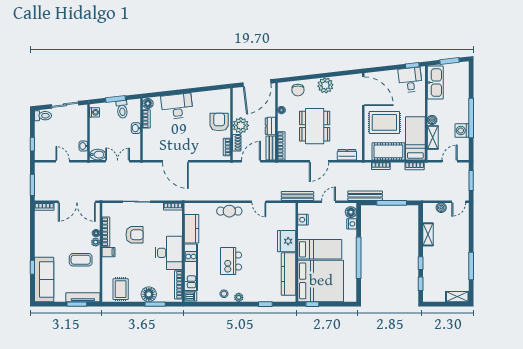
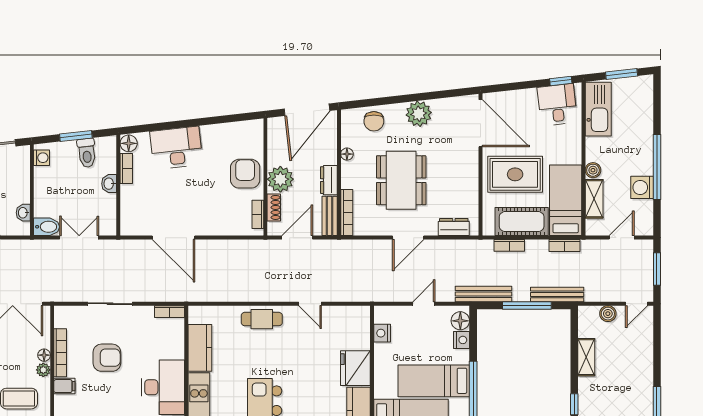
bench: (297, 196) -> (557, 294), moved
bed: (320, 249) -> (434, 381), moved, turned 180

